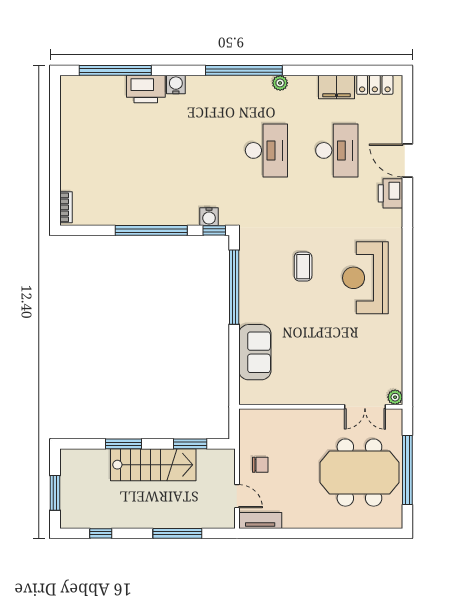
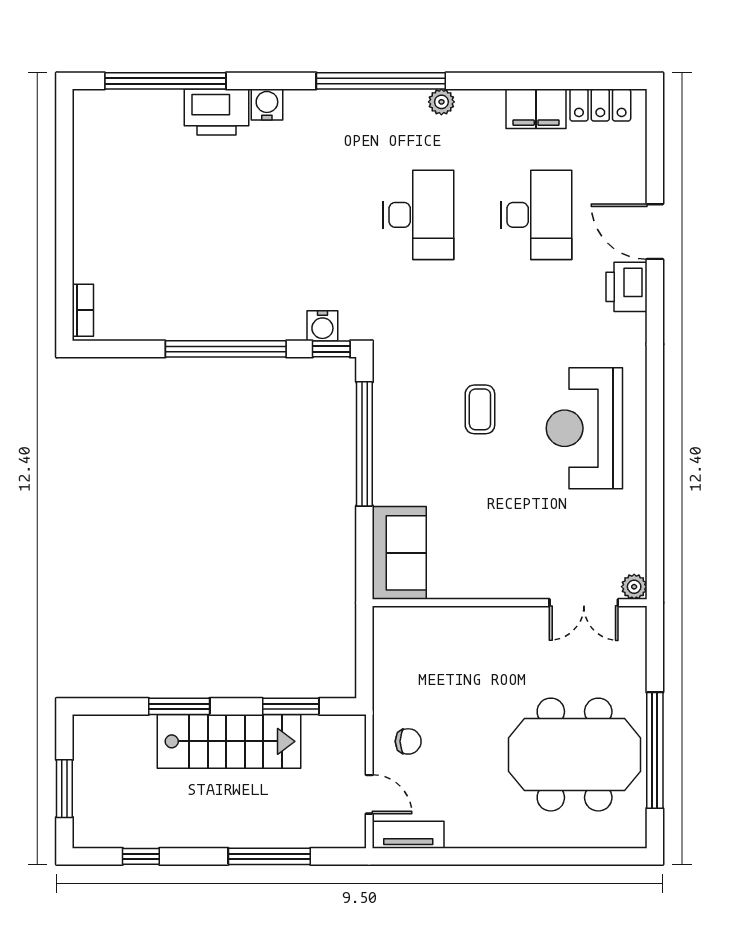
plant: (395, 397) -> (634, 587), moved
wall: (321, 407) -> (510, 603), moved
double door: (365, 407) -> (584, 603), moved

